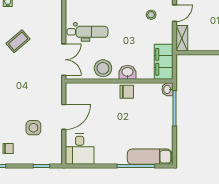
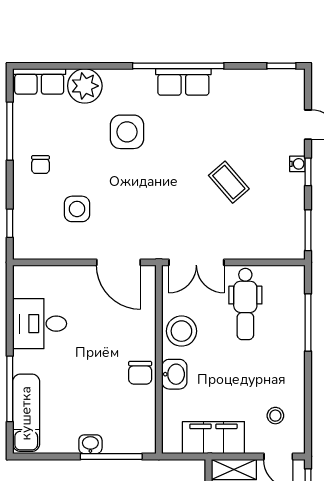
filing cabinet: (164, 62) -> (213, 438), moved
washbasin: (167, 89) -> (90, 444), moved
door: (64, 117) -> (119, 262), moved
desk: (80, 149) -> (40, 324), moved

